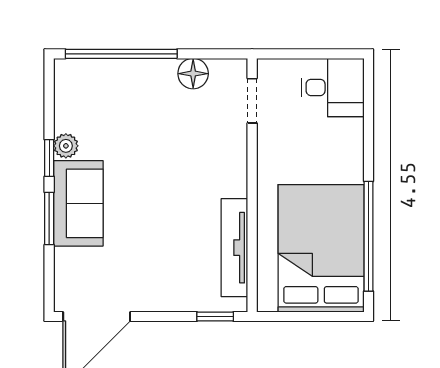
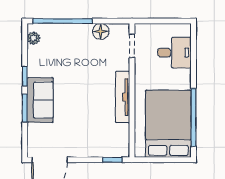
desk: (333, 87) -> (174, 53), moved
plant: (66, 146) -> (34, 38), moved
tv unit: (234, 248) -> (123, 97), moved

